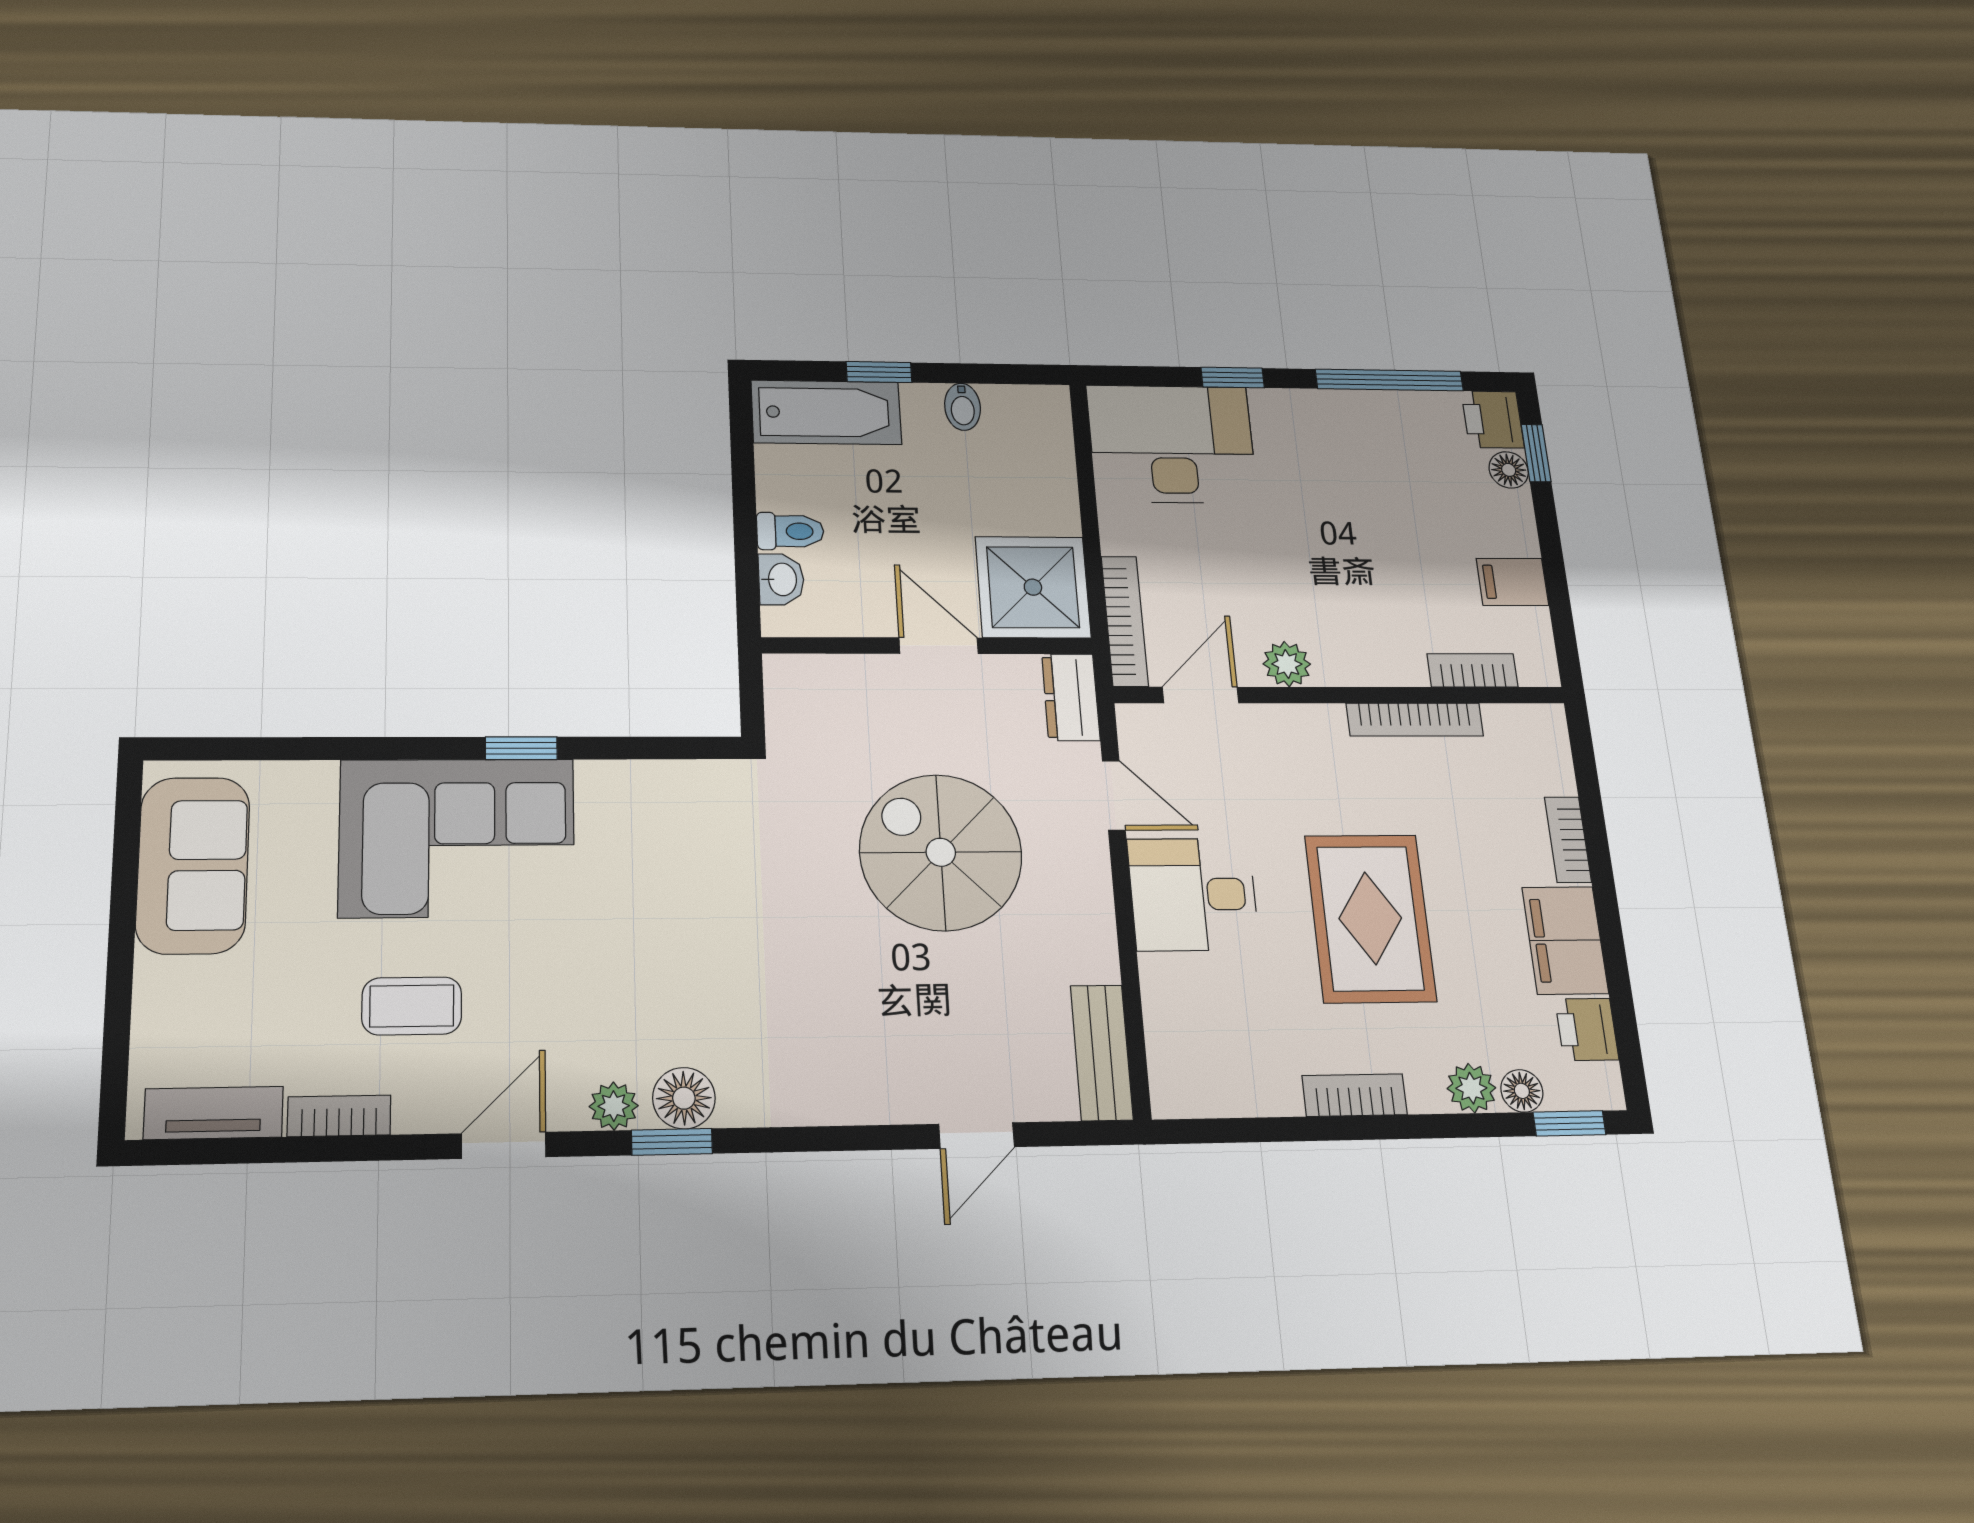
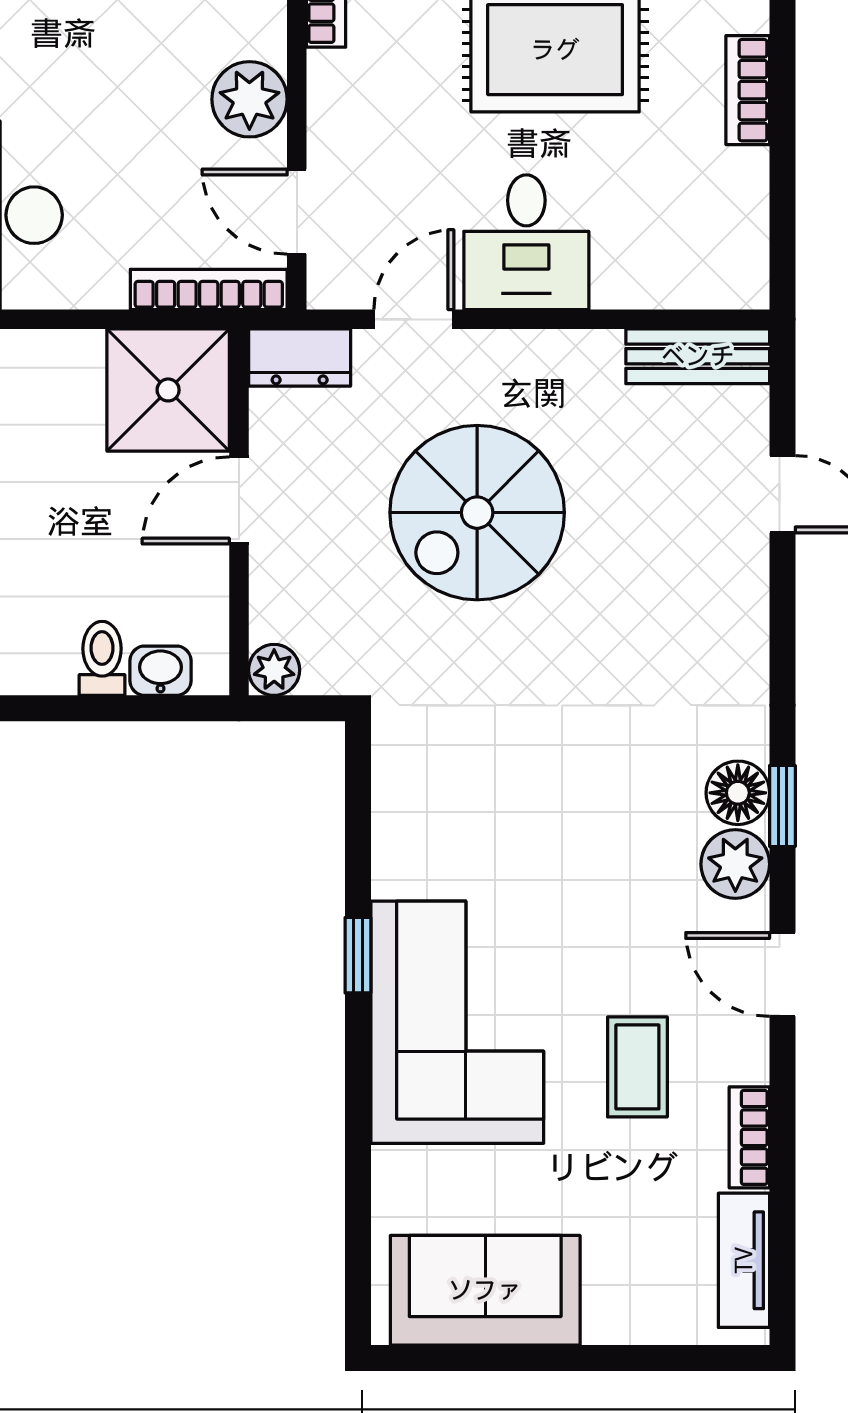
plant: (1287, 664) -> (249, 99), width x1.38, depth x1.38
plant: (786, 675) -> (274, 670), added
plant: (614, 1106) -> (735, 864), width x1.38, depth x1.38

